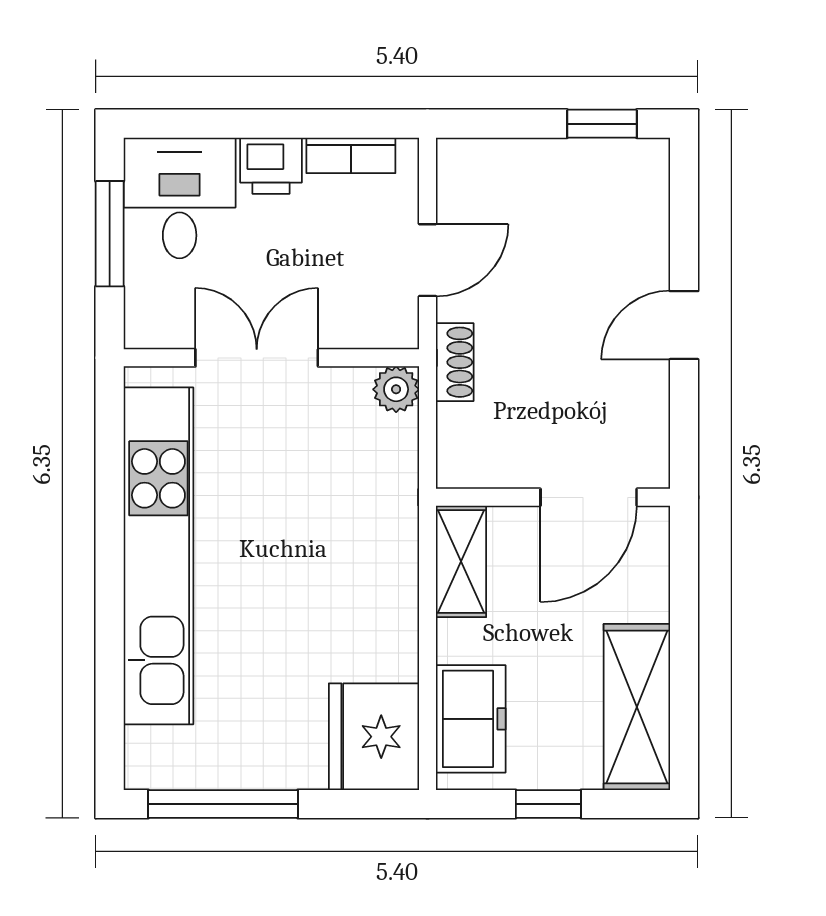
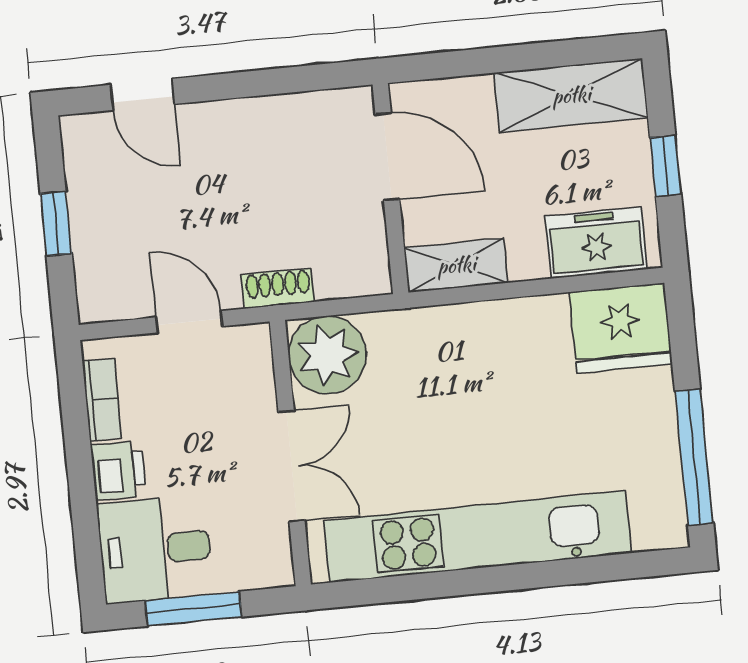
window: (602, 124) -> (56, 224), moved
door: (684, 325) -> (143, 94), moved
double door: (257, 358) -> (292, 466), swing flipped
plant: (396, 389) -> (327, 355), width x1.88, depth x1.88

